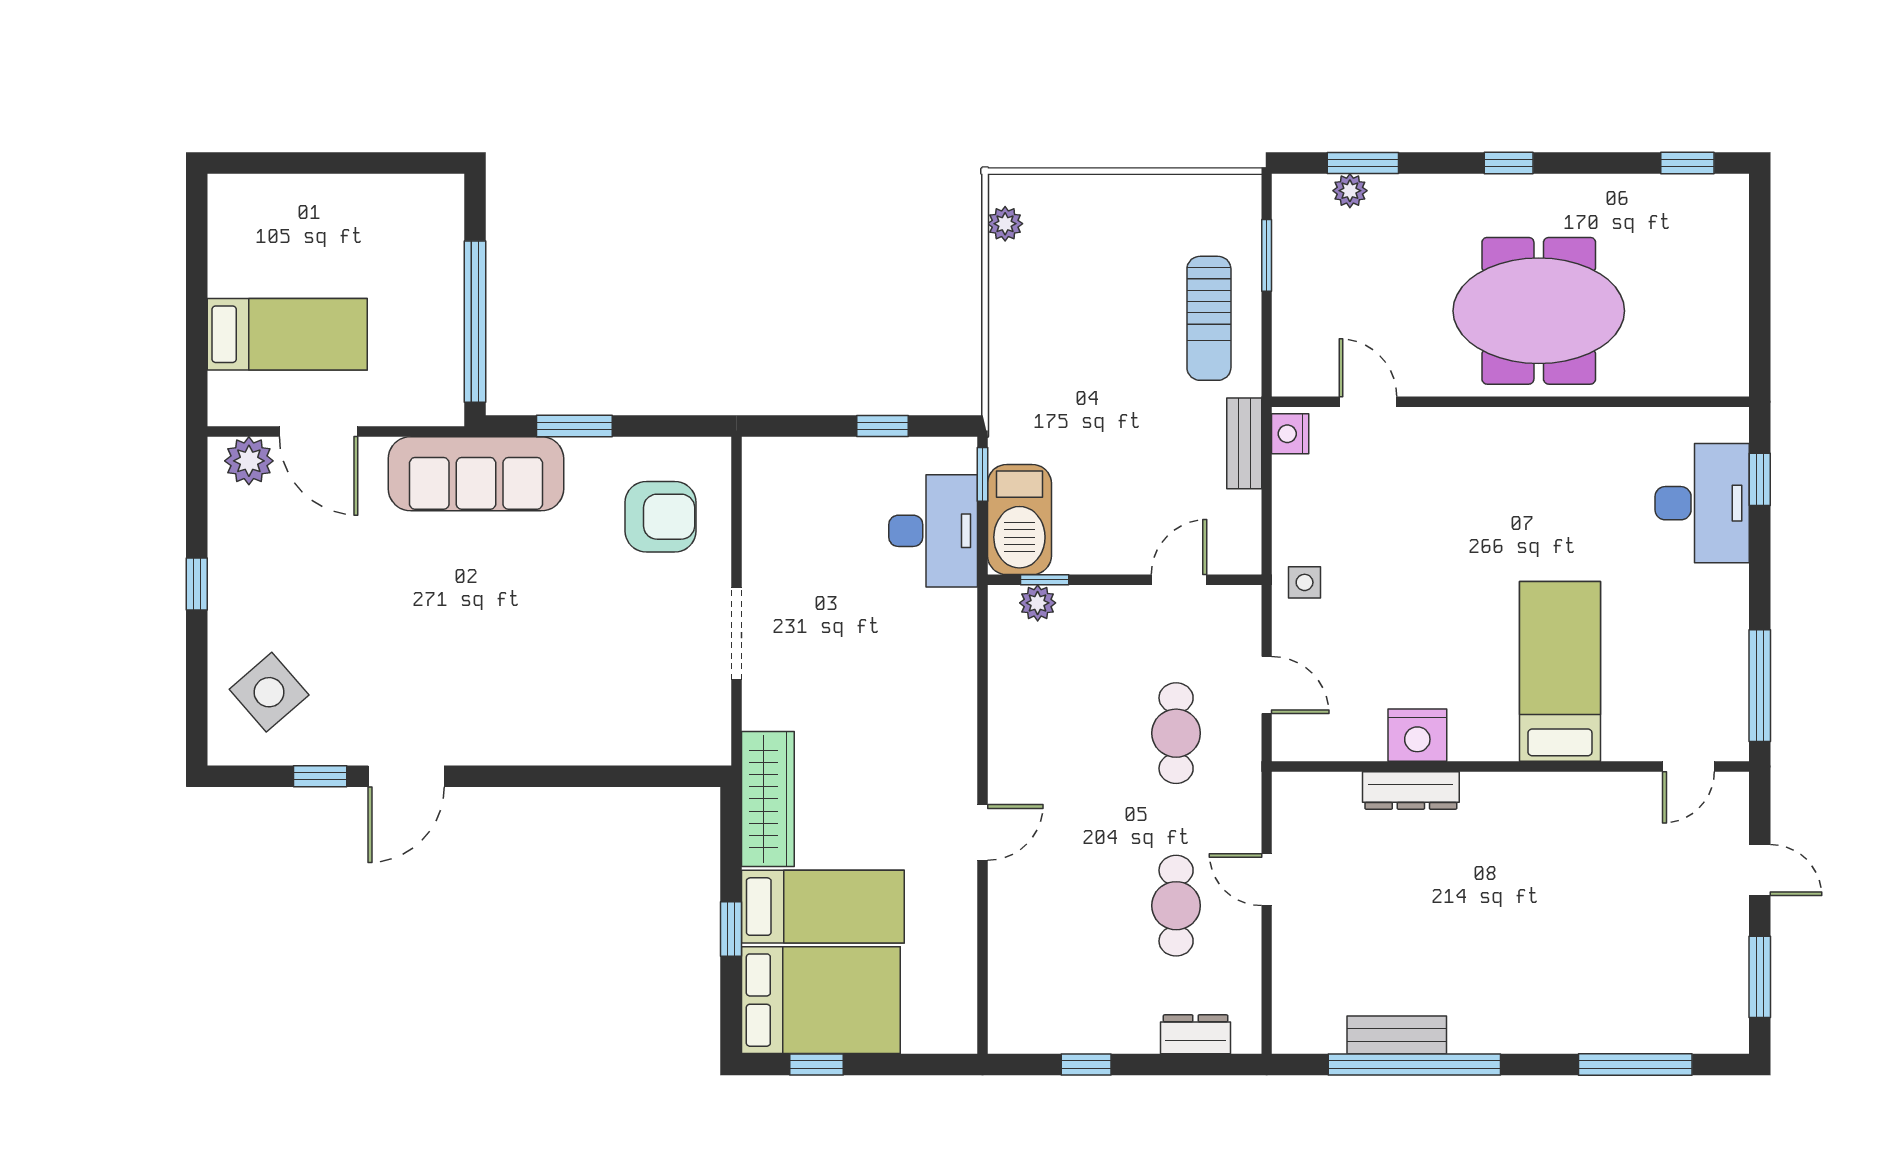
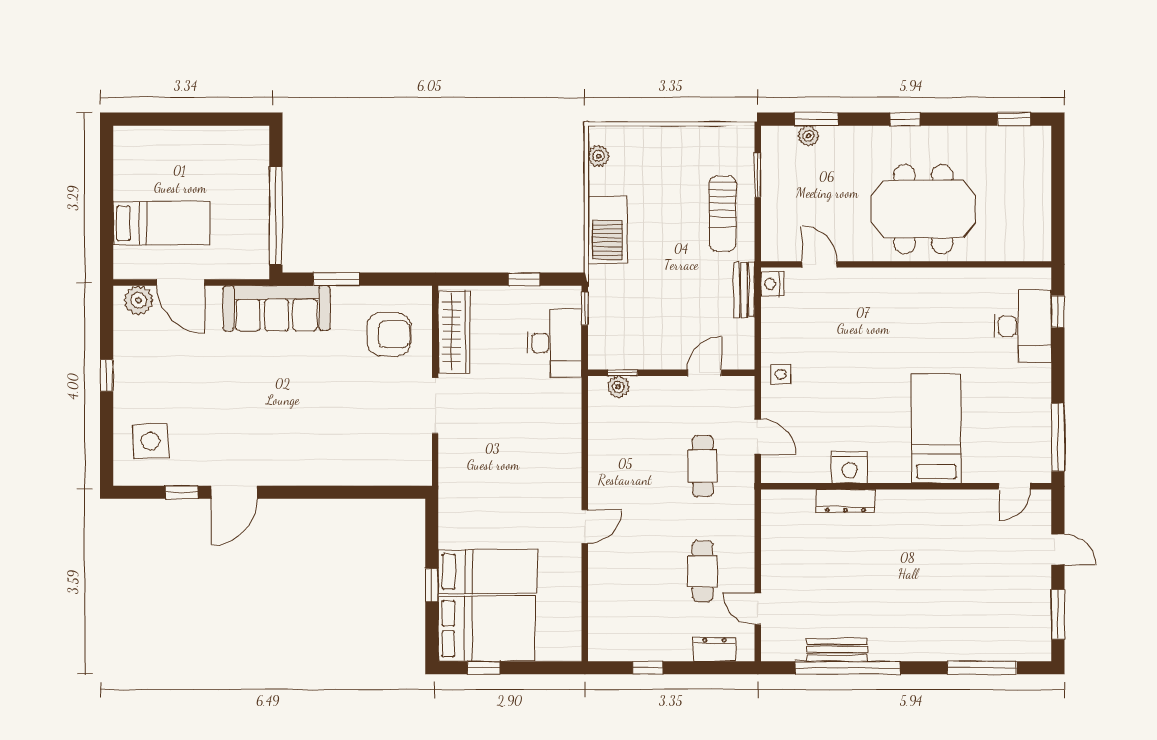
barbecue: (1019, 520) -> (607, 230), moved
side table: (269, 692) -> (151, 441), turned 38
wardrobe: (768, 799) -> (454, 332), moved
door: (1267, 880) -> (758, 609), moved

